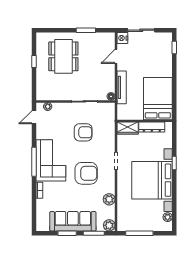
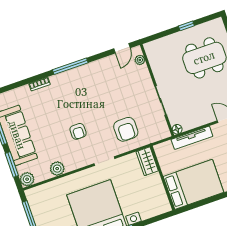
door: (34, 117) -> (122, 48), swing flipped
dresser: (152, 127) -> (158, 189), removed
armchair: (83, 132) -> (126, 129), moved
corner sofa: (51, 160) -> (79, 85), removed
armchair: (86, 173) -> (78, 131), width x0.53, depth x0.53

